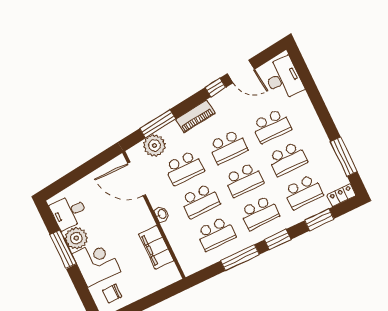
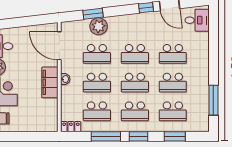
desk: (283, 79) -> (197, 20), width x0.73
piano: (195, 116) -> (122, 21), removed
window: (158, 124) -> (93, 14), width x0.69
plant: (154, 145) -> (99, 26), moved
locker: (342, 195) -> (71, 127), moved
filing cabinet: (156, 247) -> (50, 82), moved

